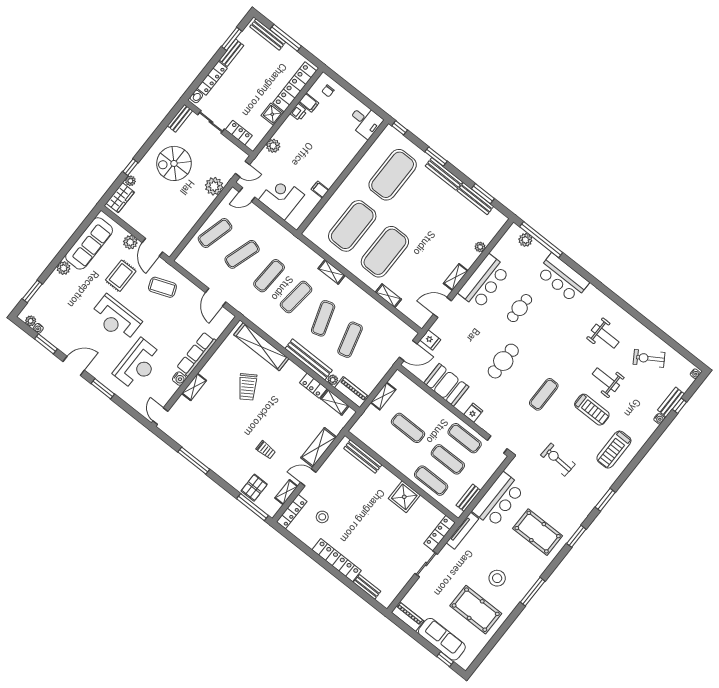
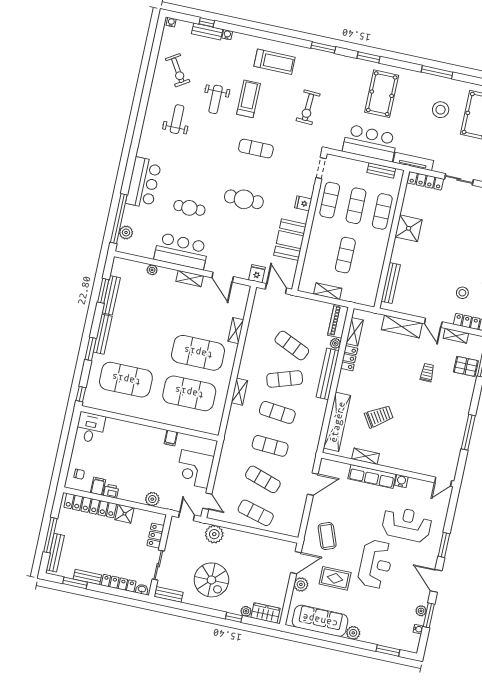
plant: (31, 321) -> (421, 611), moved
exercise mat: (350, 340) -> (292, 345), turned 39
shelving: (194, 387) -> (365, 456), moved

